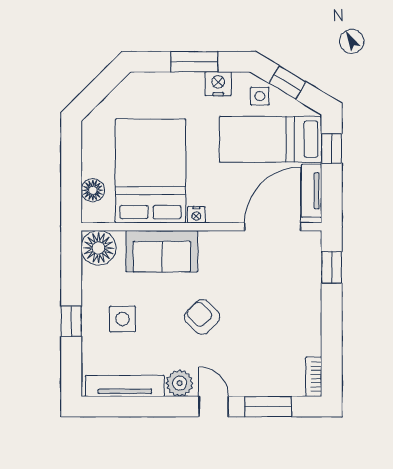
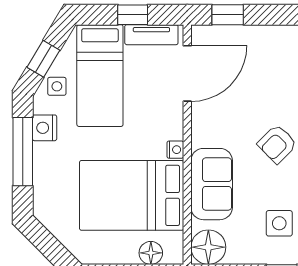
window: (194, 62) -> (23, 152), width x1.44
window: (332, 149) -> (133, 15), moved
door: (273, 227) -> (187, 73), swing flipped

